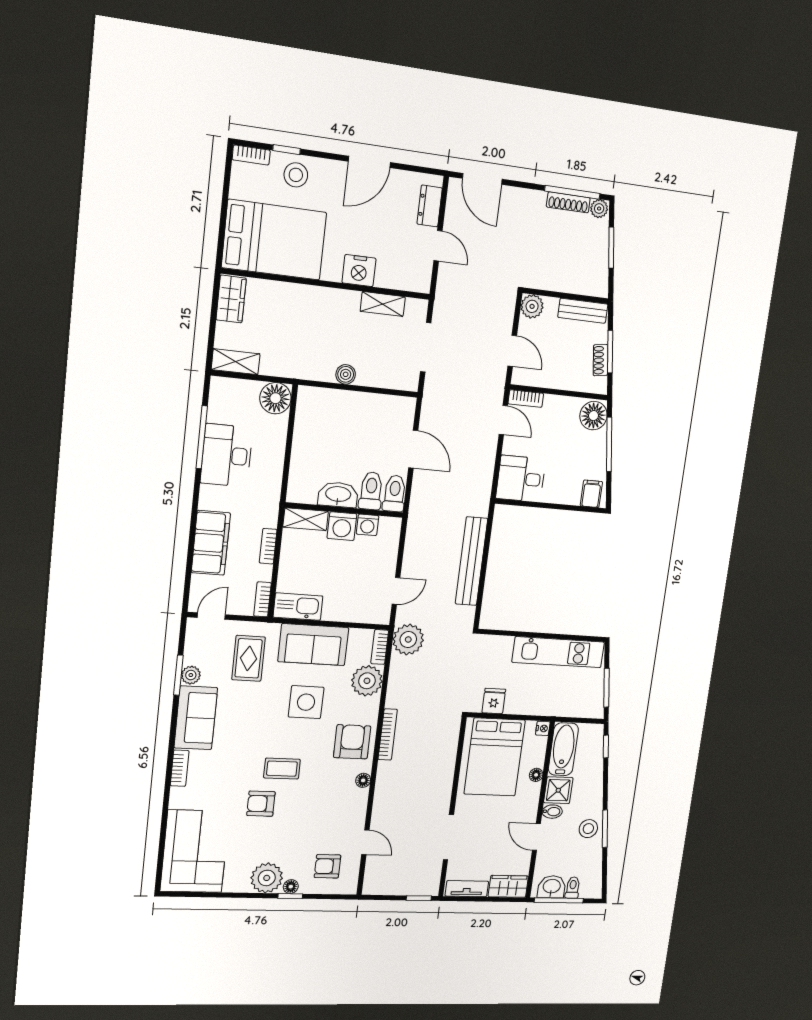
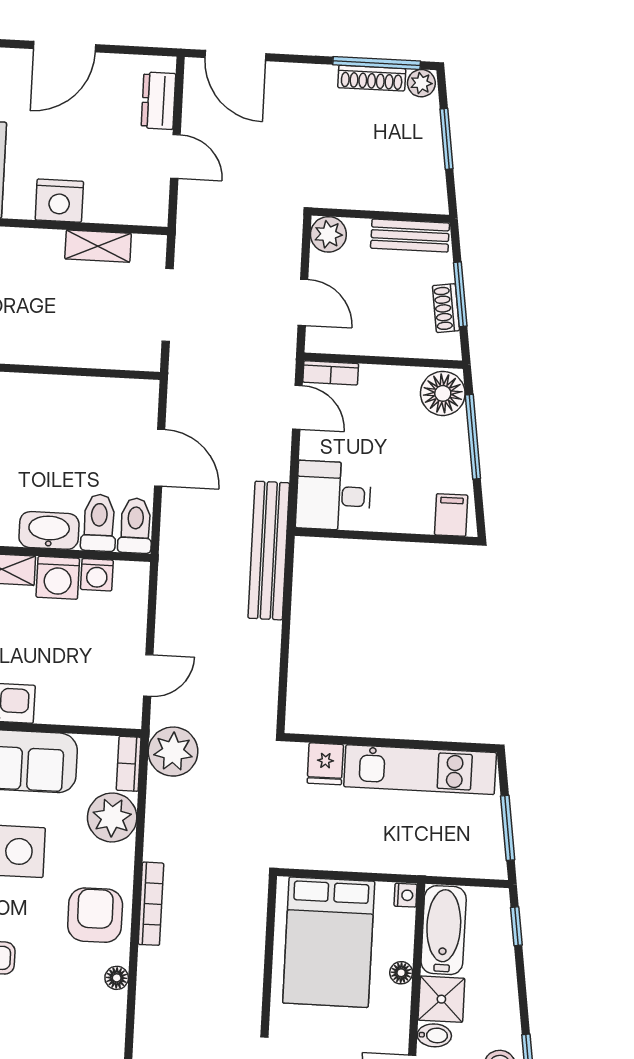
boiler: (346, 374) -> (49, 352), removed
bench: (471, 561) -> (269, 551), moved
fridge: (494, 701) -> (325, 764), moved, turned 180

